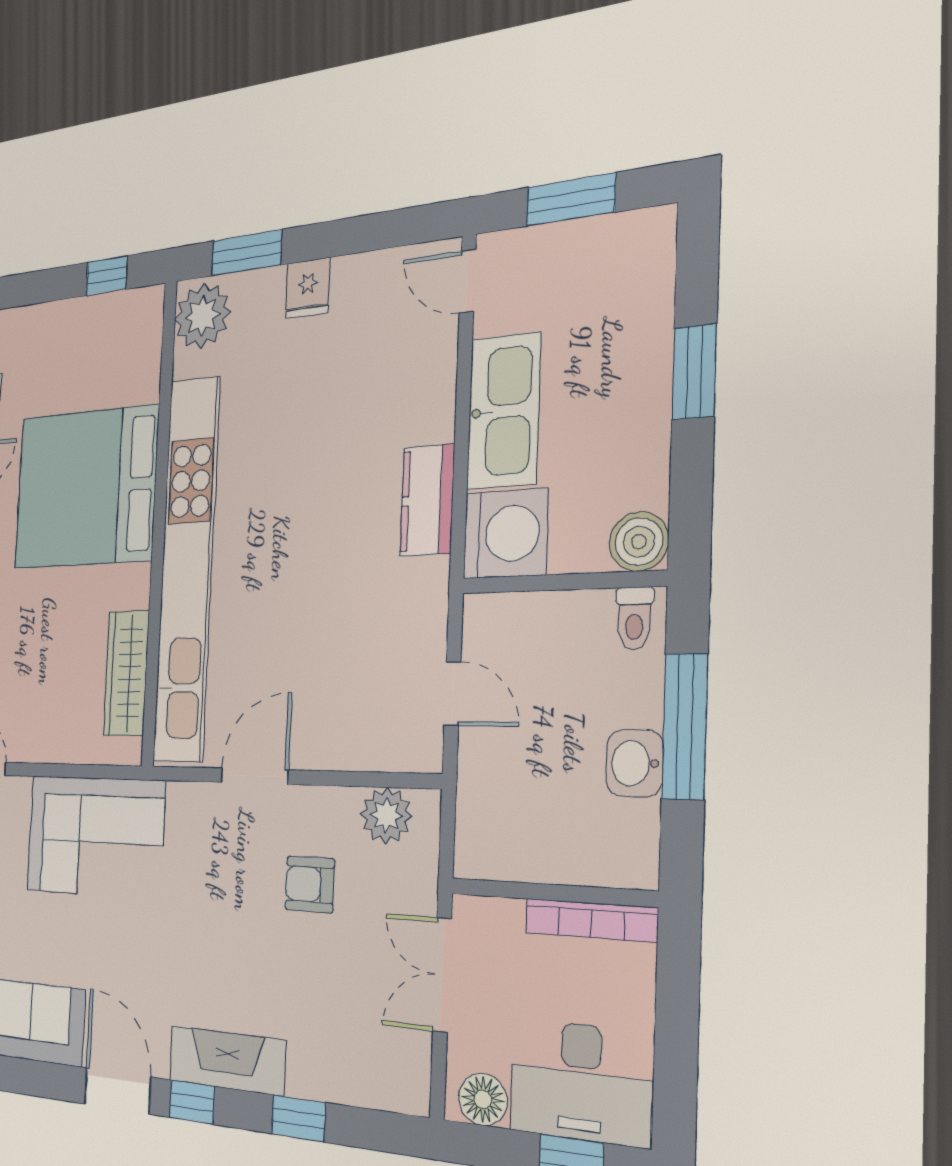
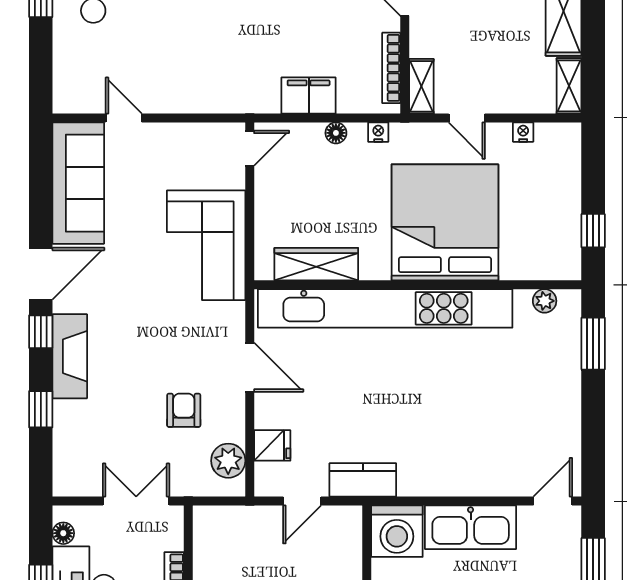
fridge: (308, 288) -> (272, 445), moved, turned 180
plant: (202, 316) -> (545, 301), width x0.53, depth x0.53
kitchen counter: (427, 500) -> (363, 480), moved
floor lamp: (483, 1099) -> (63, 533), width x0.73, depth x0.73

